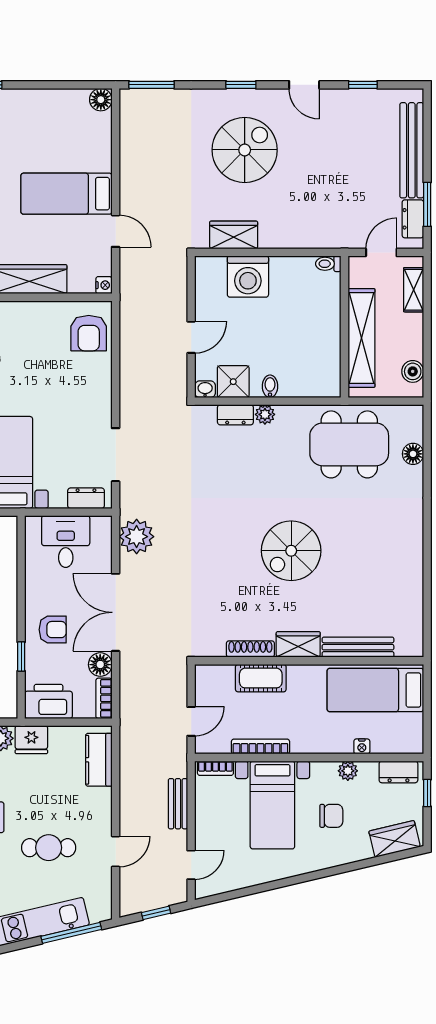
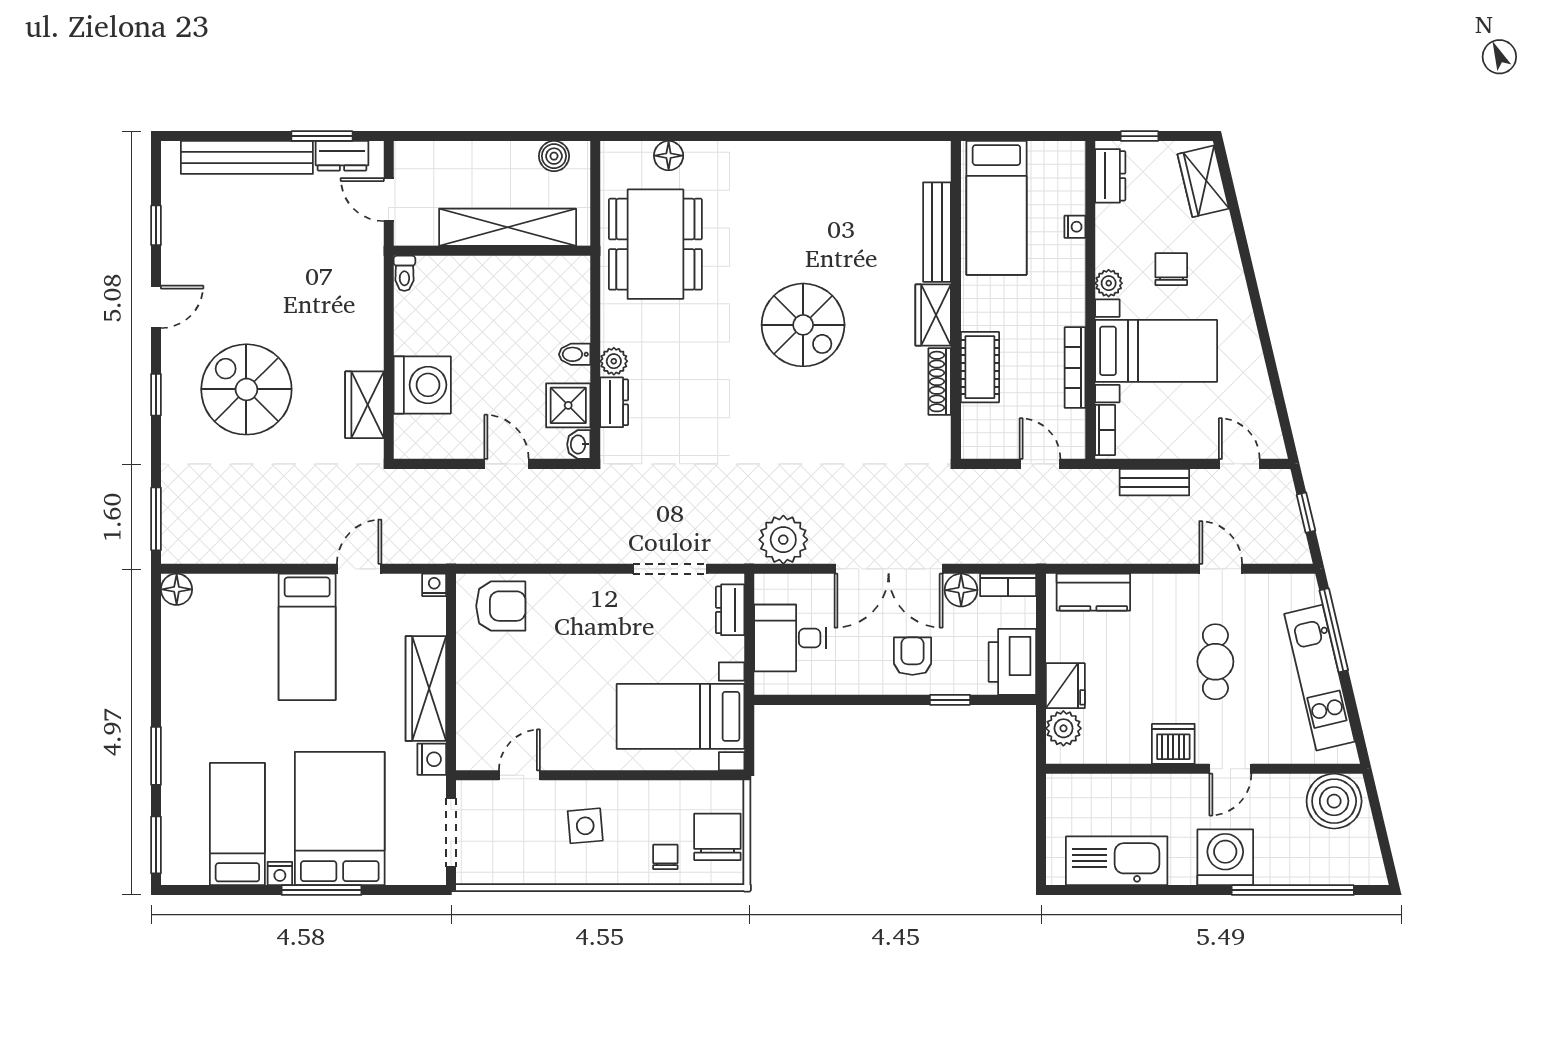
shelving: (414, 290) -> (441, 155), removed
plant: (348, 771) -> (1109, 283), moved

